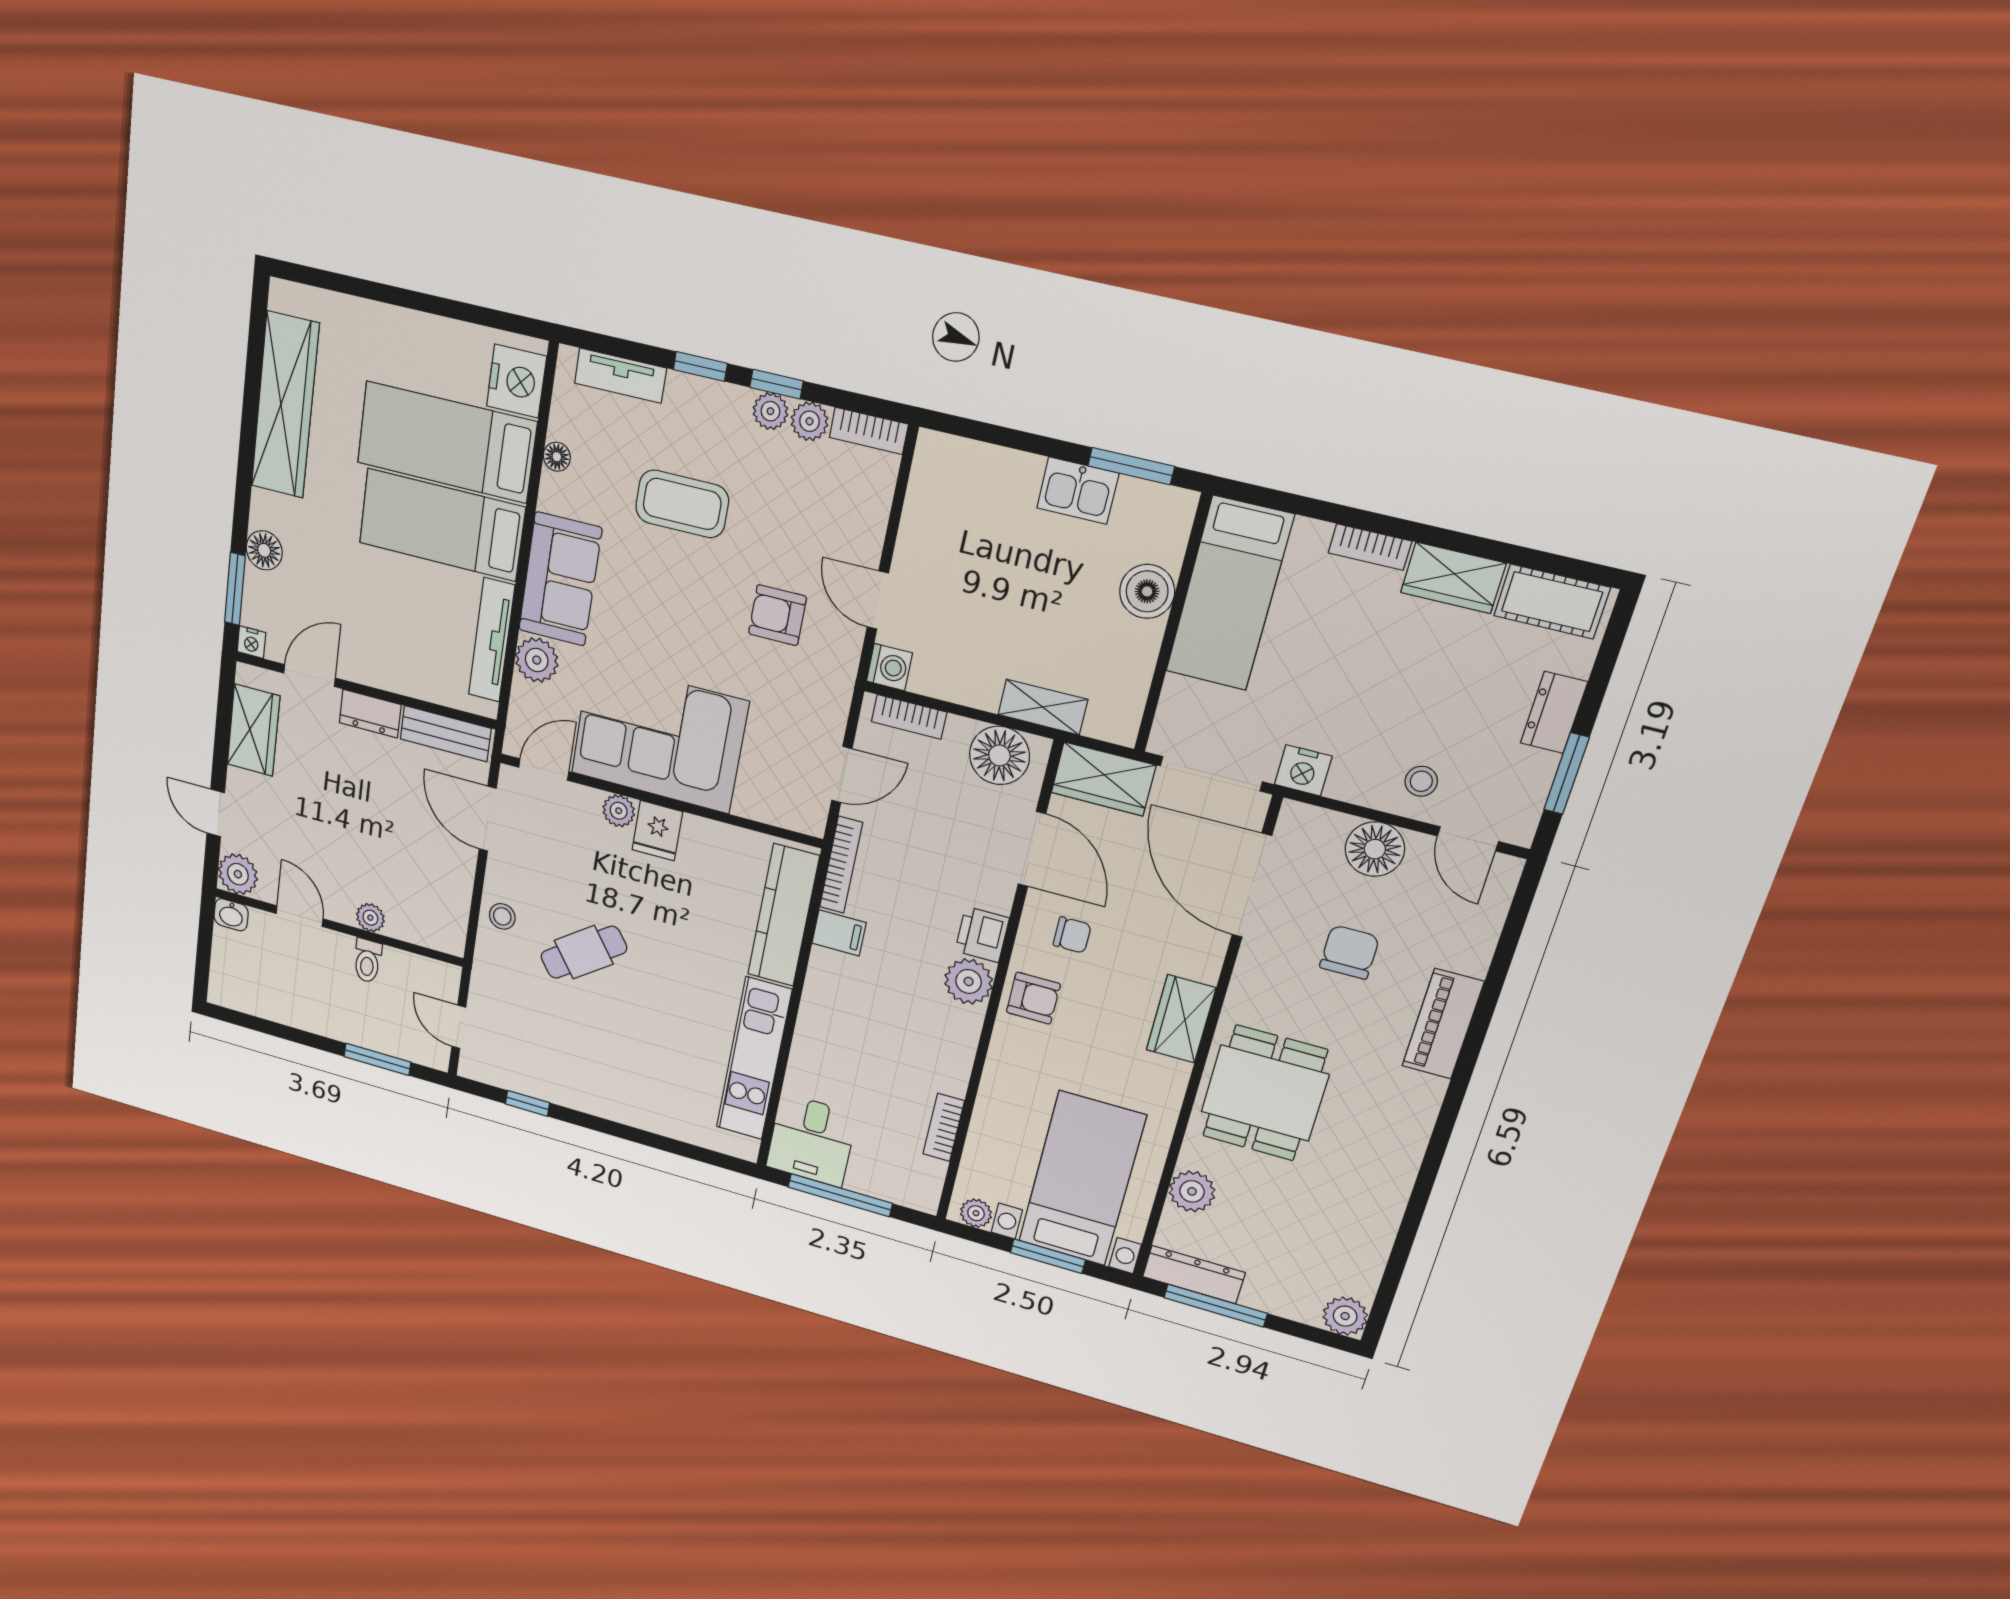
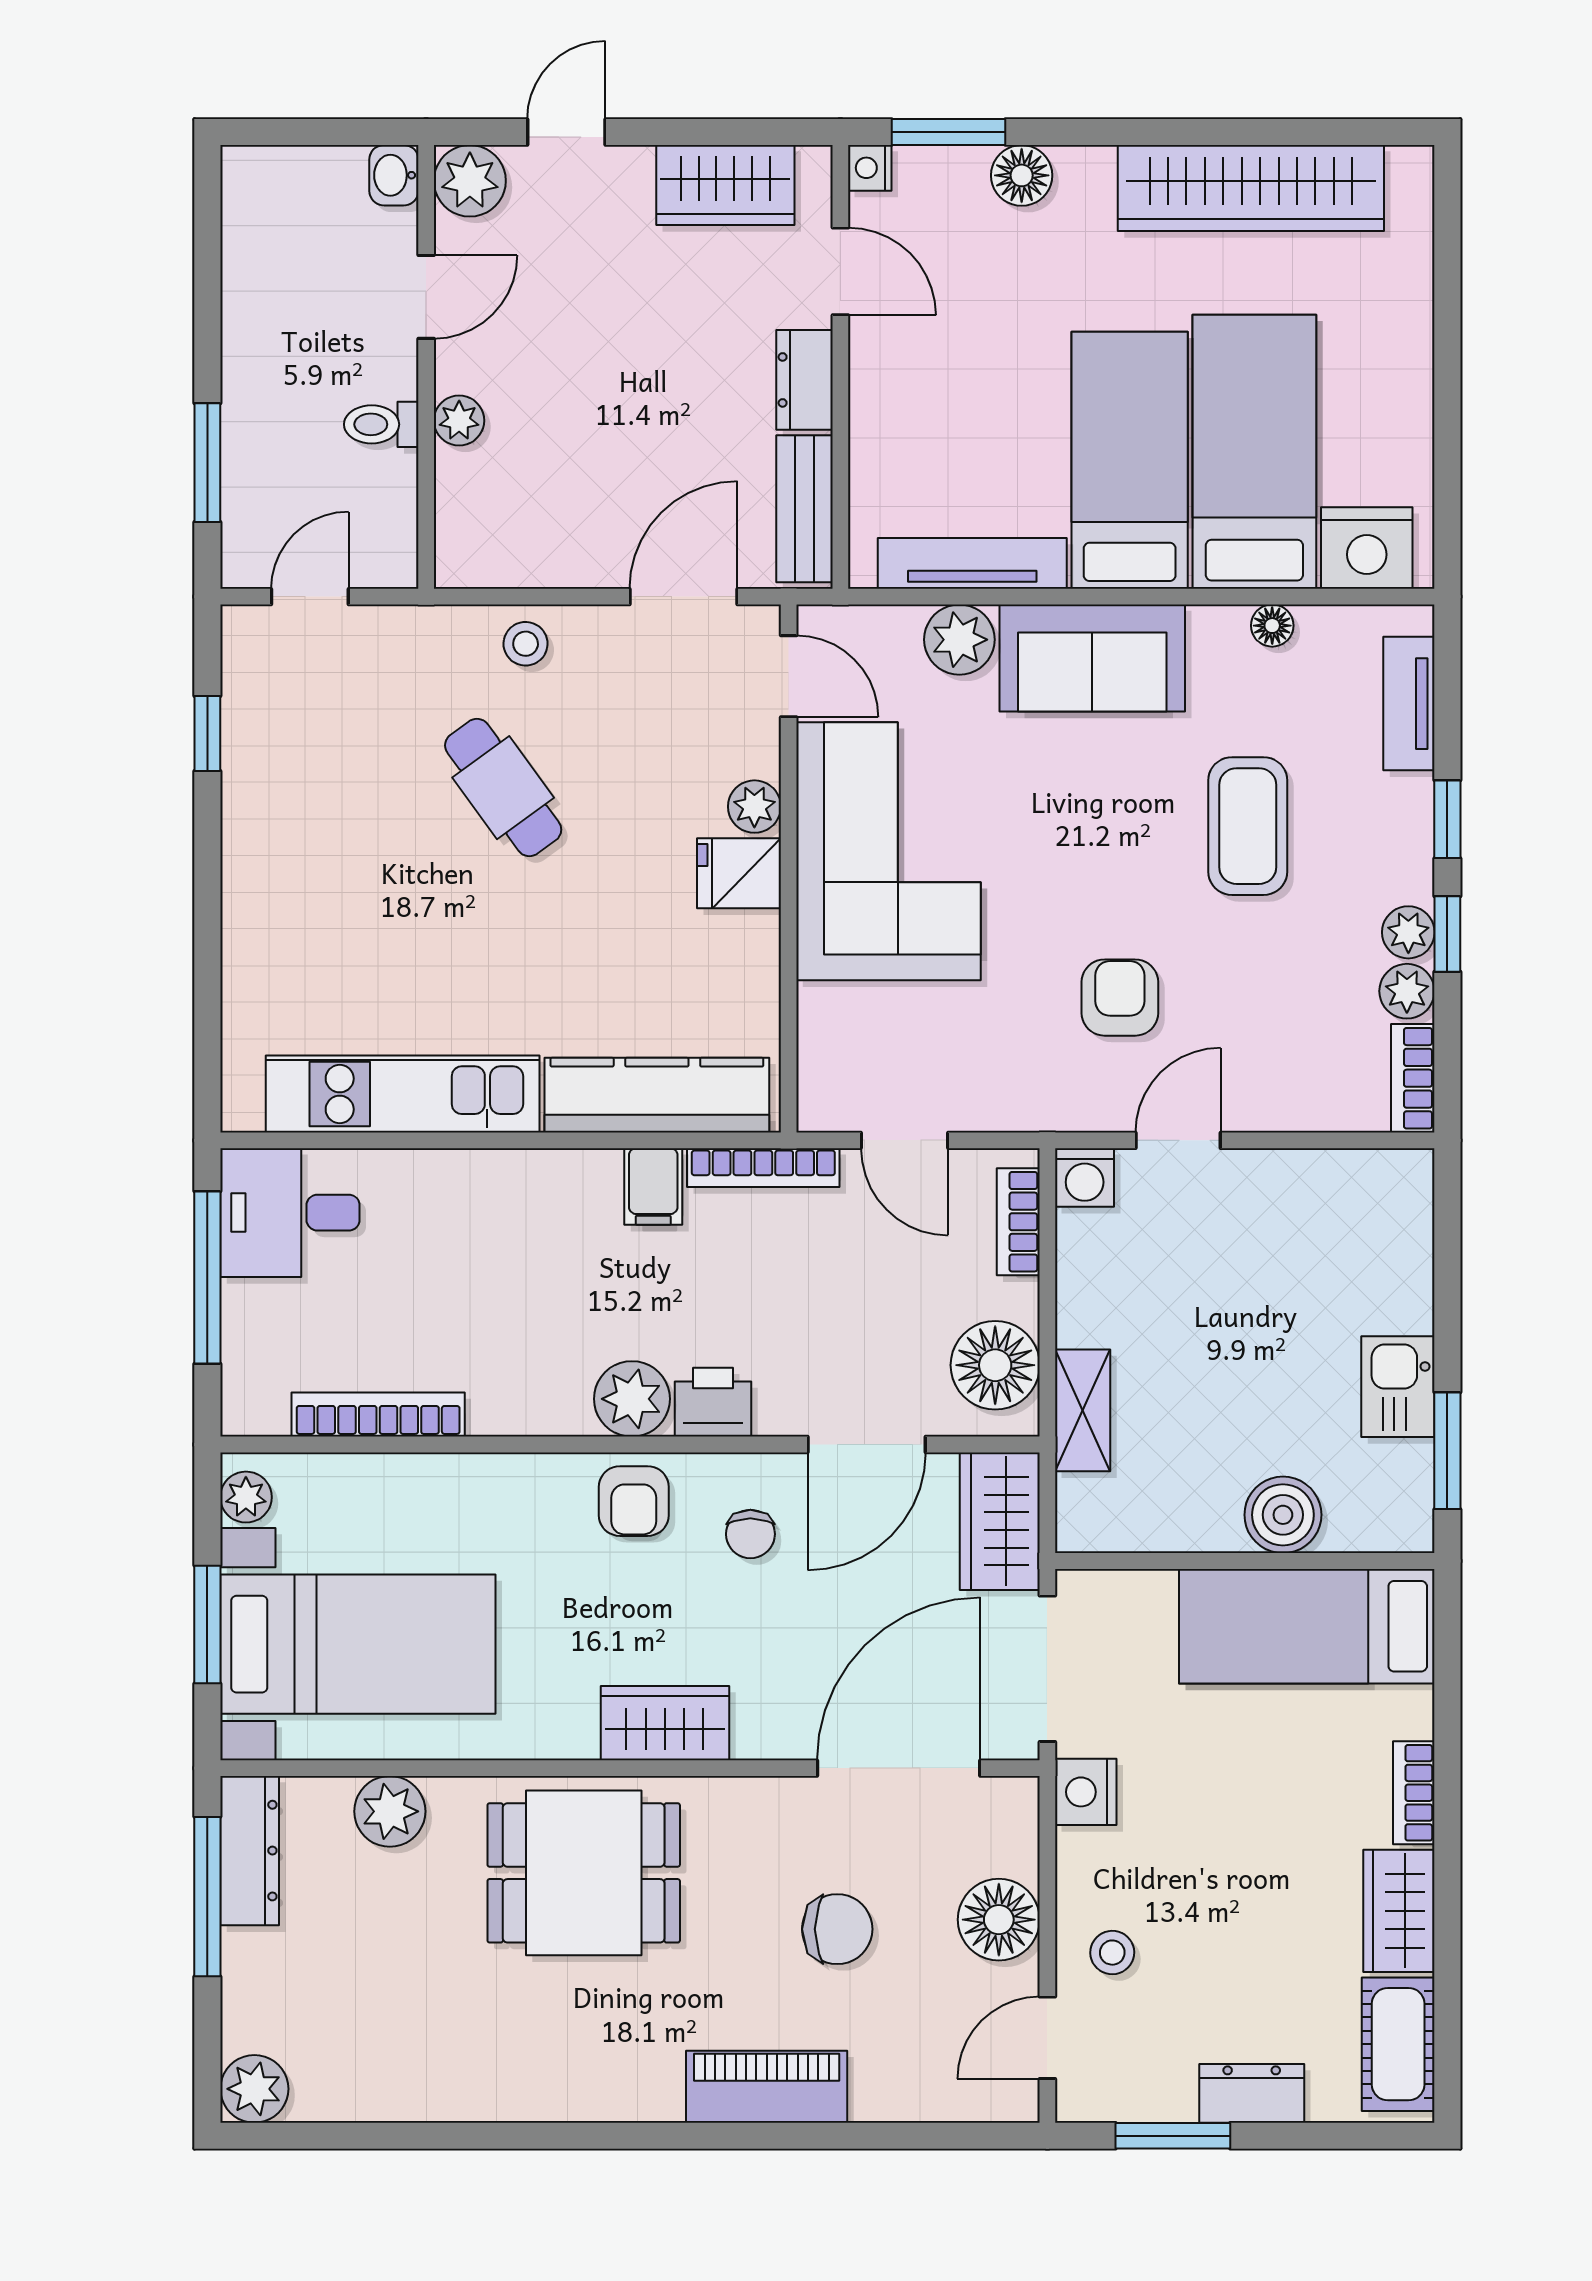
bookcase: (944, 1127) -> (378, 1415), width x1.56

